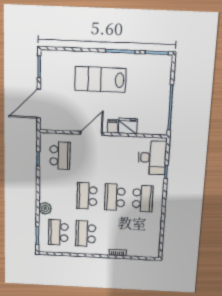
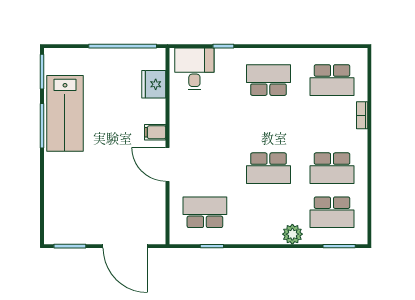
lab bench: (100, 79) -> (65, 113), moved
fridge: (128, 126) -> (154, 84), moved
desk: (152, 158) -> (194, 69), width x0.73
school desk: (115, 197) -> (332, 80), moved

